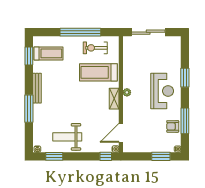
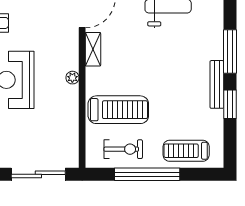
treadmill: (49, 53) -> (186, 151), moved
window: (29, 56) -> (230, 104), moved
shelving: (114, 99) -> (93, 49), moved

